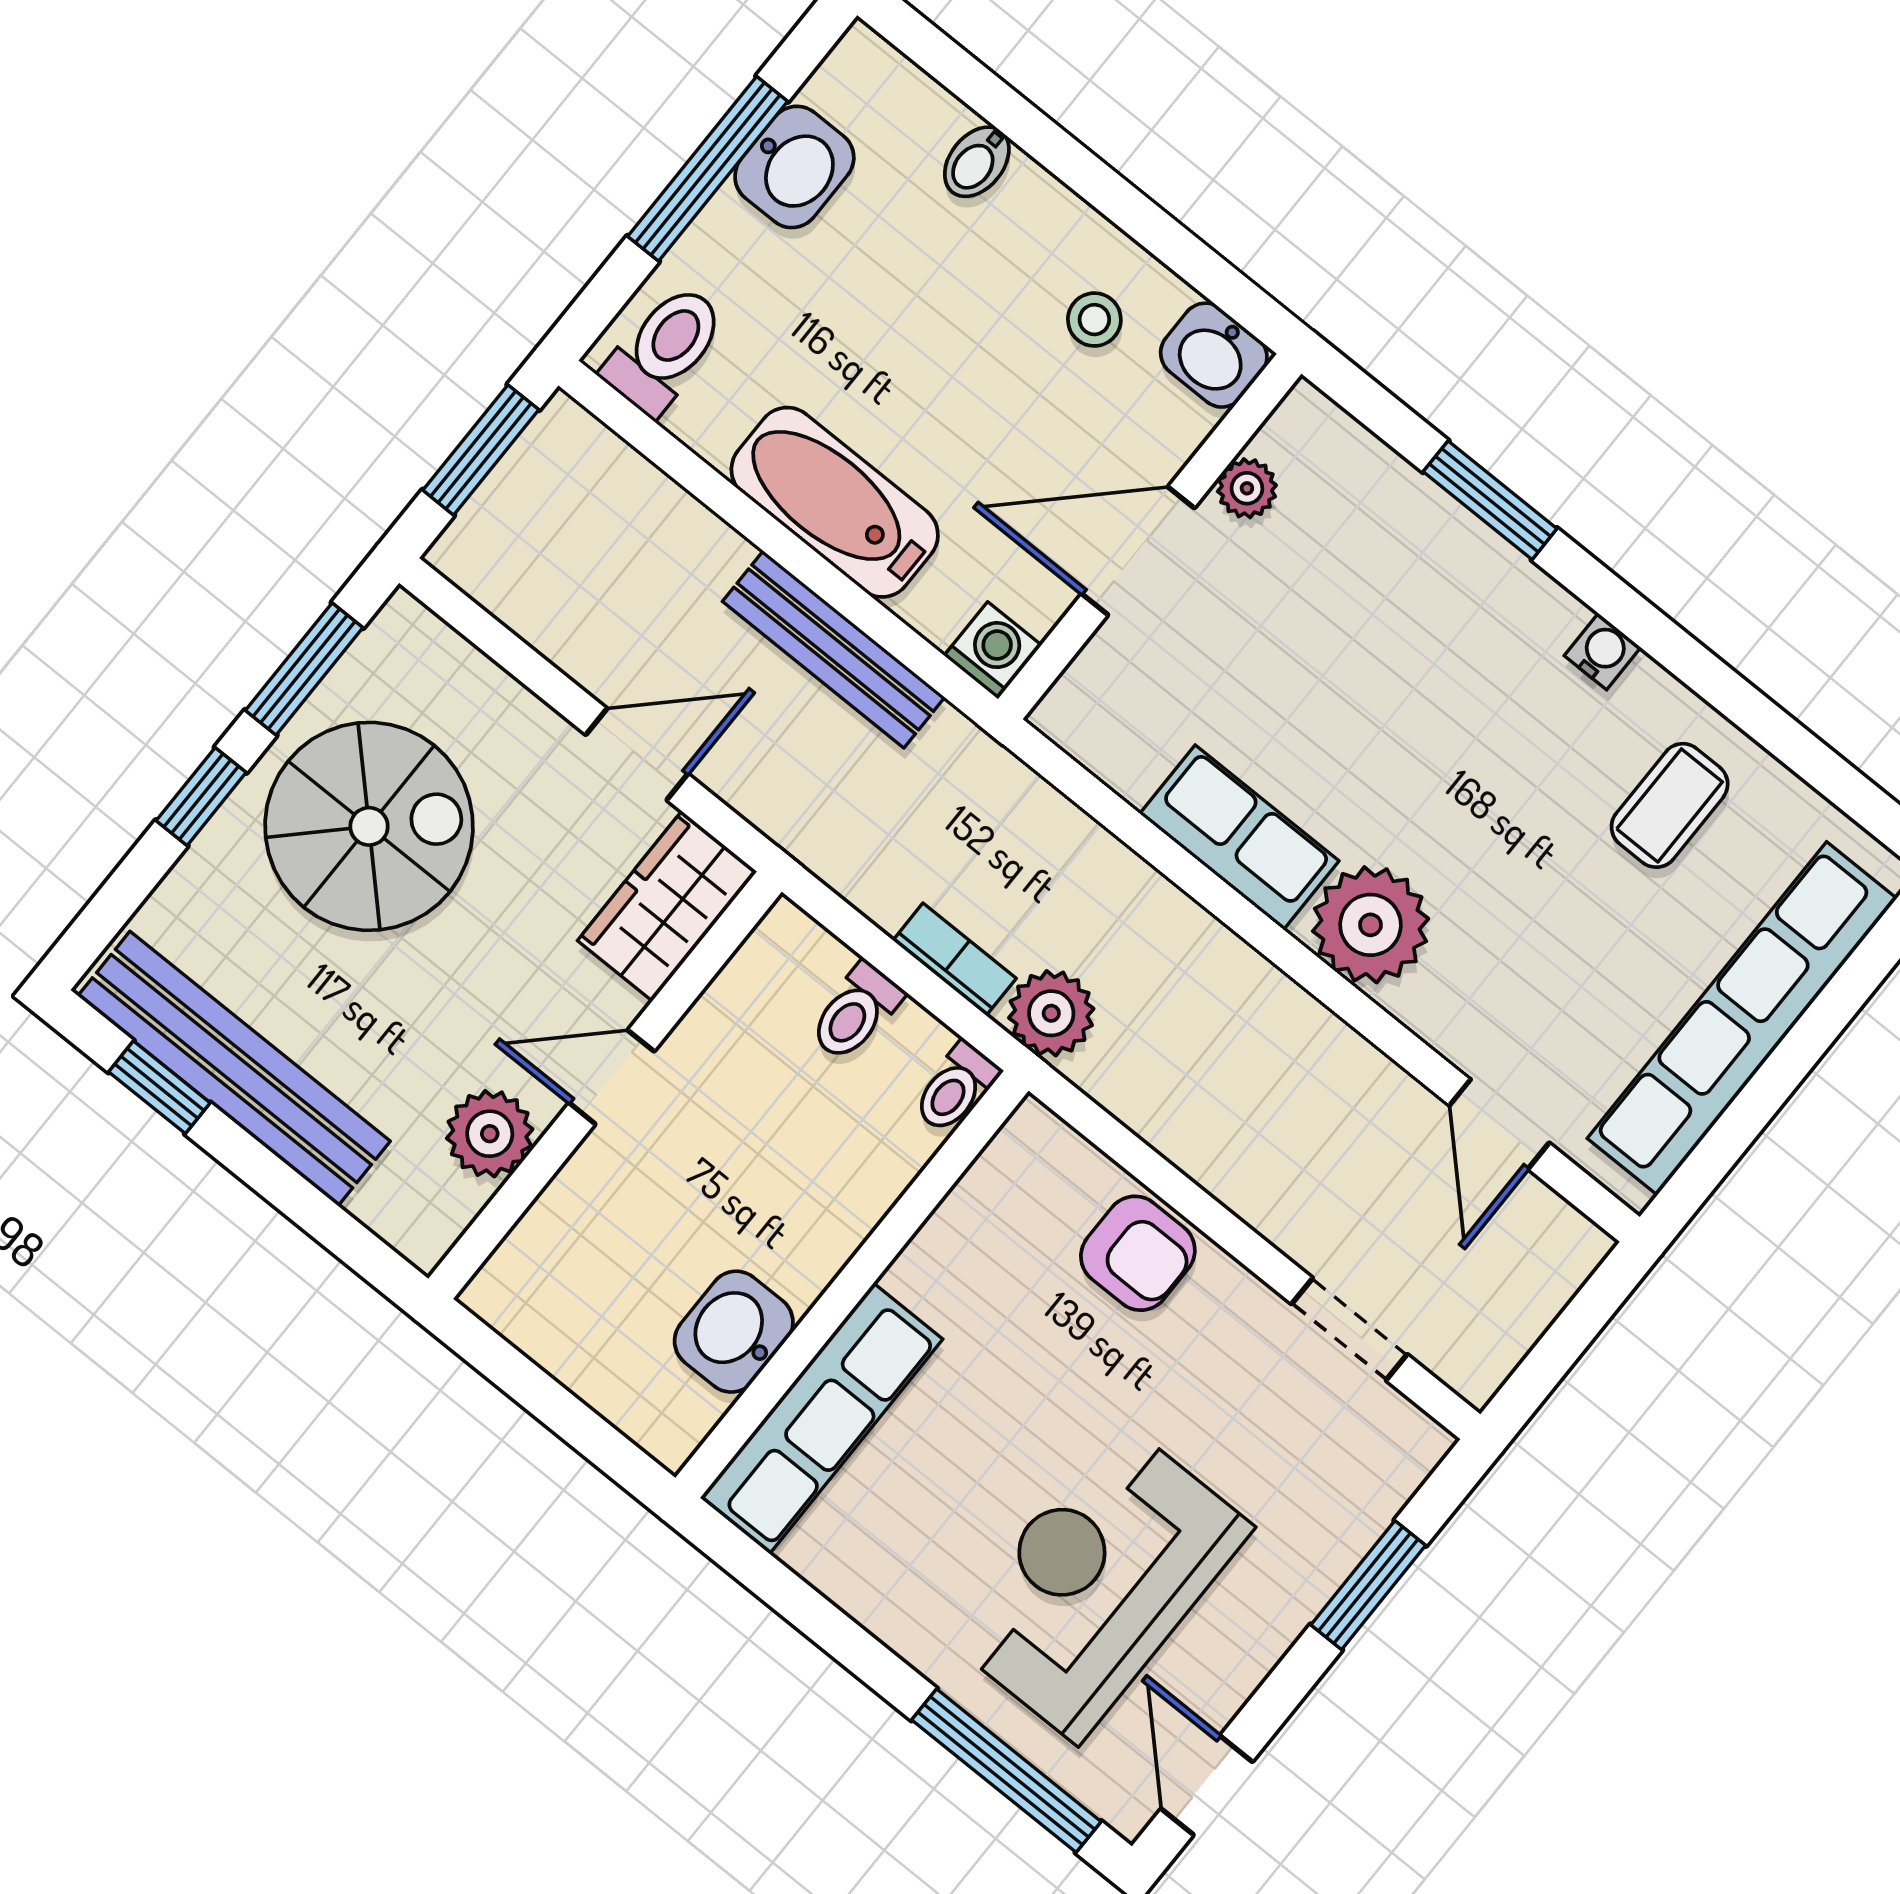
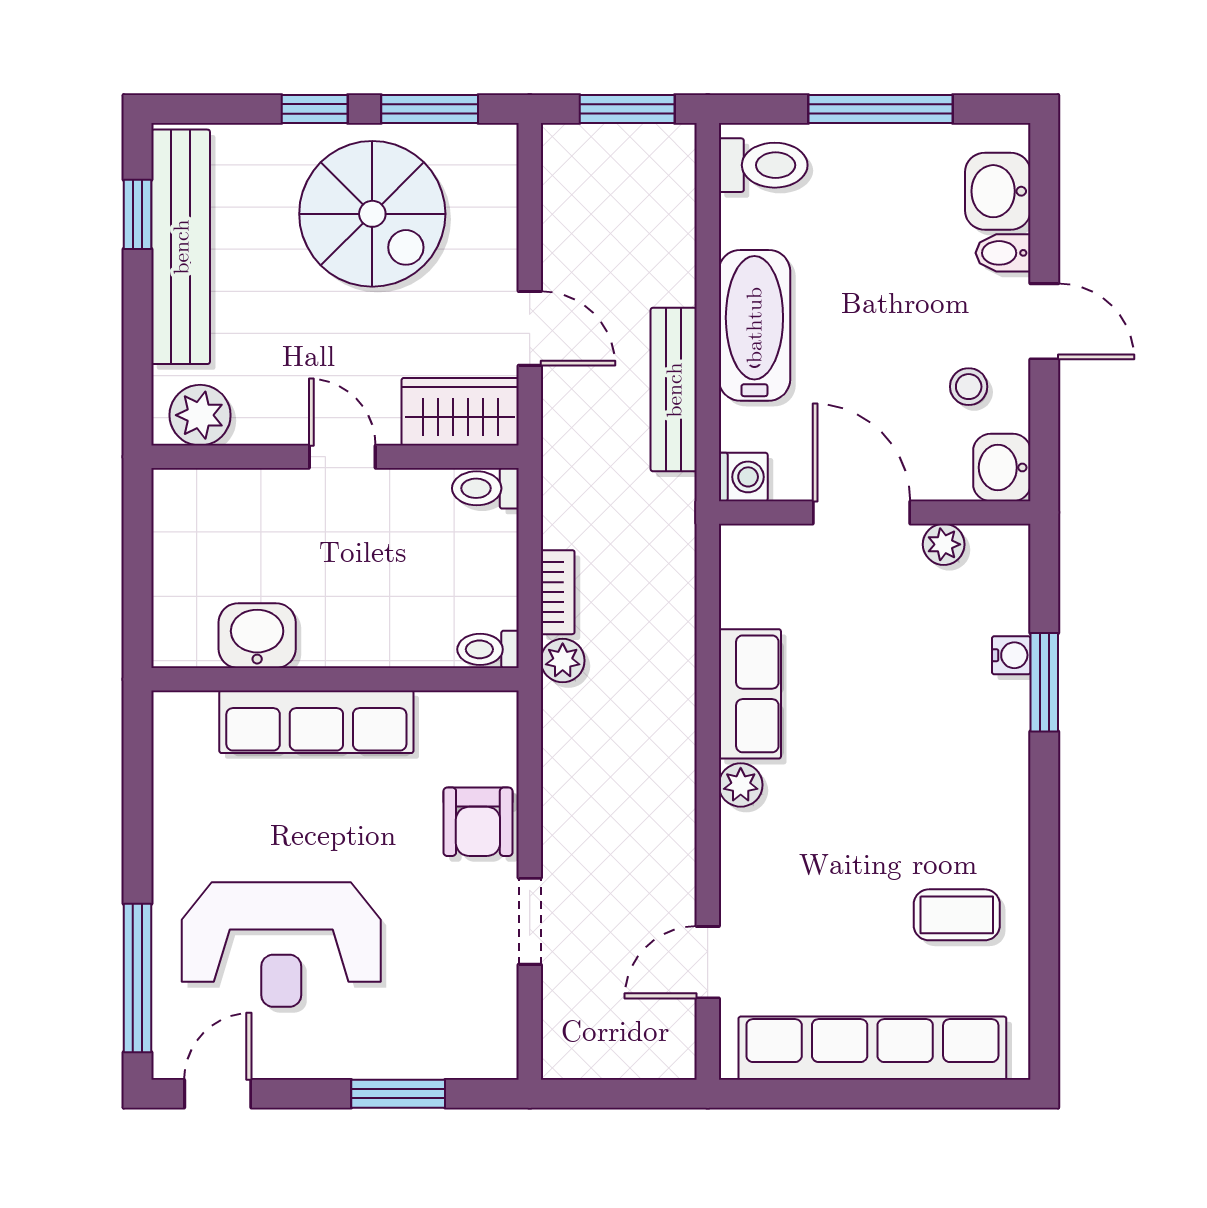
washbasin: (794, 167) -> (998, 191), moved, turned 90
door: (1090, 177) -> (1044, 321), added
water cooler: (1603, 652) -> (1011, 655), moved
plant: (1371, 925) -> (741, 785), width x0.53, depth x0.53
toilet: (856, 1012) -> (485, 488), moved
plant: (1051, 1013) -> (563, 661), width x0.73, depth x0.73
plant: (490, 1134) -> (200, 415), moved
doorway: (1349, 1329) -> (530, 921), moved
row of seats: (821, 1419) -> (316, 722), moved
reception desk: (1098, 1581) -> (281, 945), turned 180

